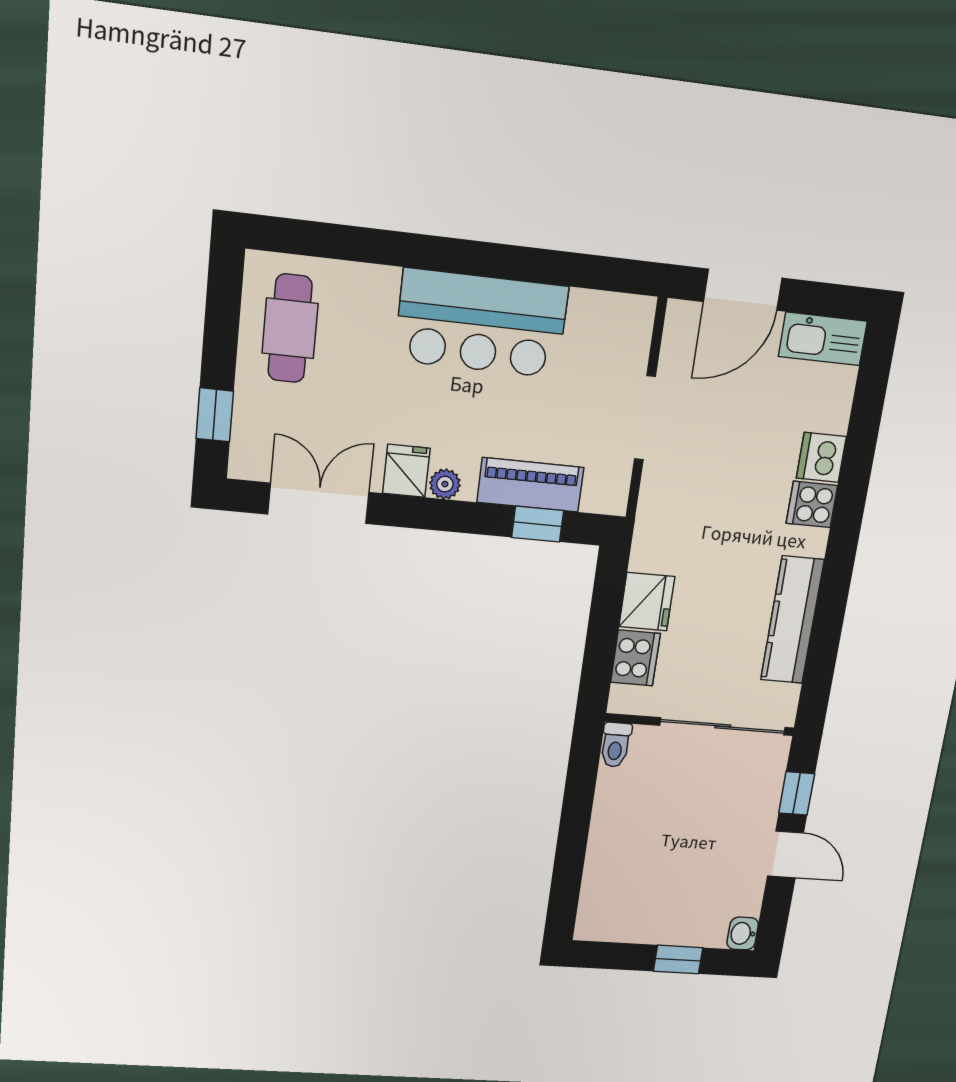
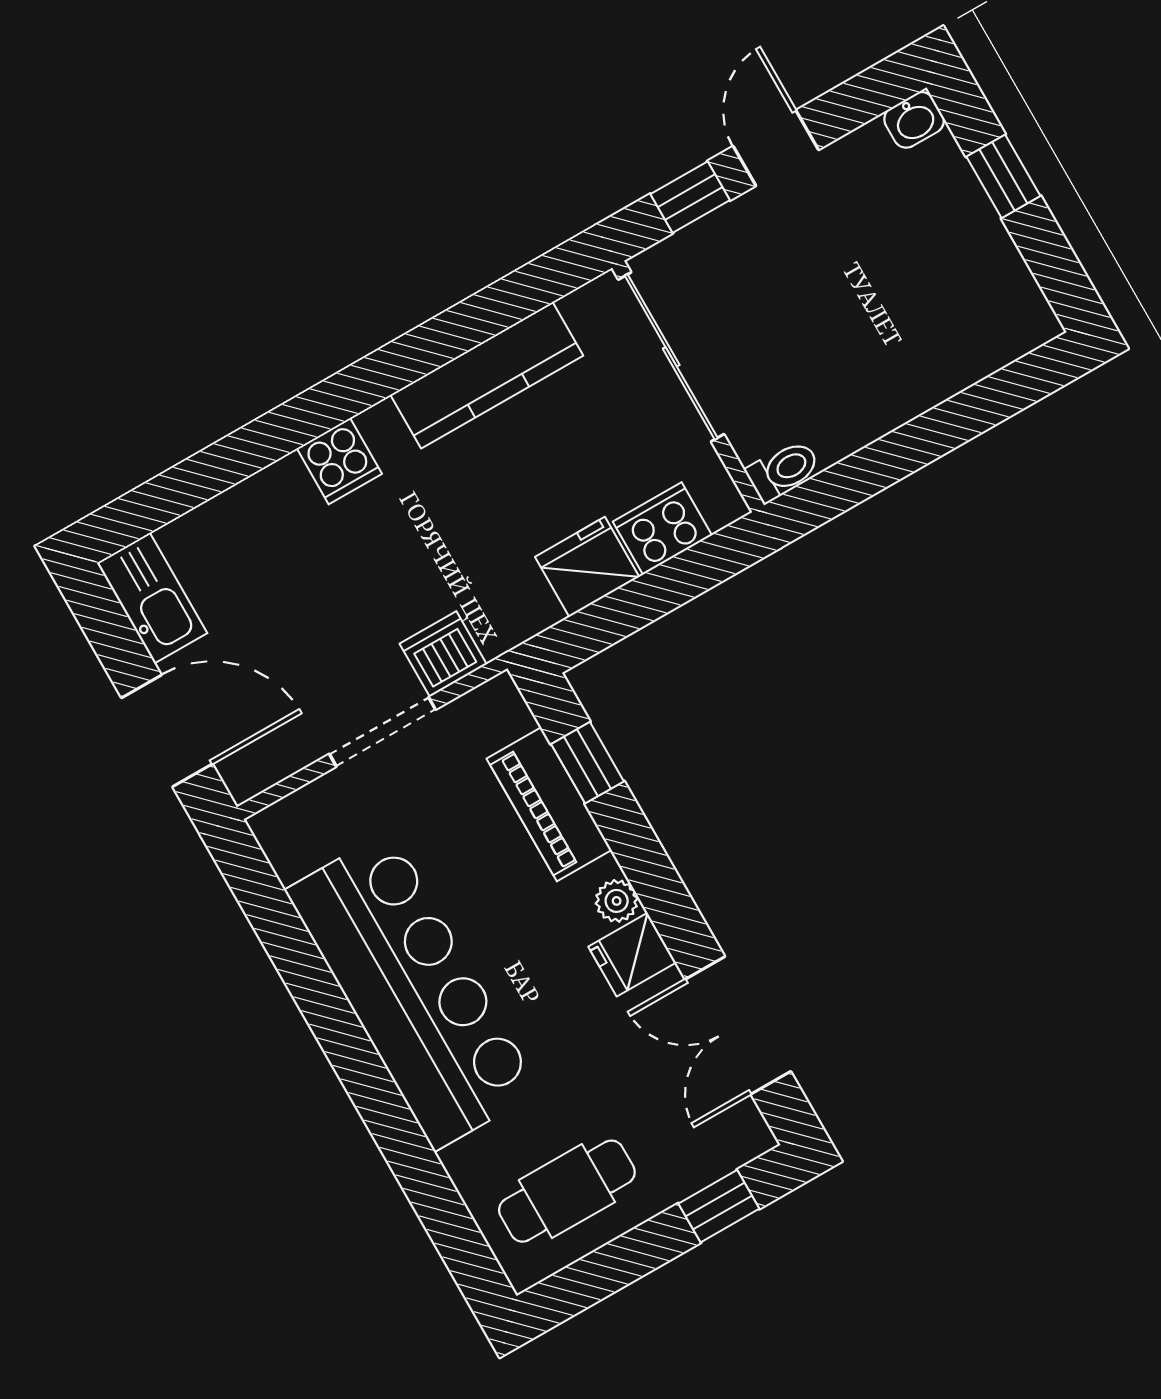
bar counter: (481, 323) -> (412, 991), width x1.36
dishwasher: (821, 457) -> (443, 654), moved, turned 180

